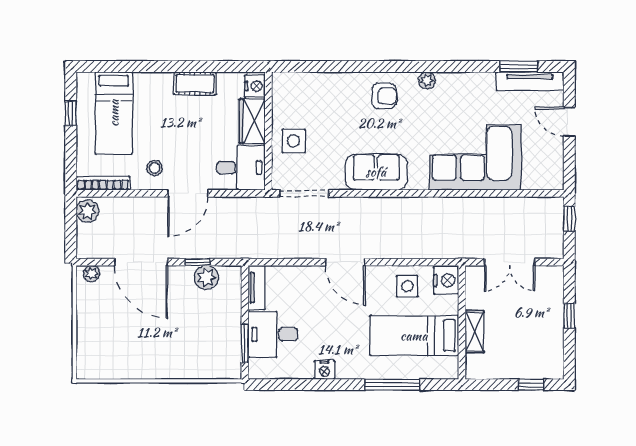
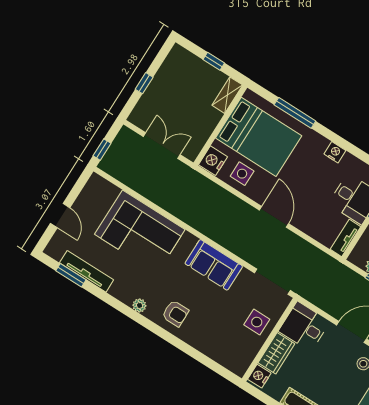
tv unit: (530, 81) -> (87, 271), moved
armchair: (384, 96) -> (175, 313), turned 180
shelving: (475, 332) -> (227, 95), moved
bed: (414, 336) -> (259, 137), width x1.50
window: (531, 385) -> (214, 61), moved

